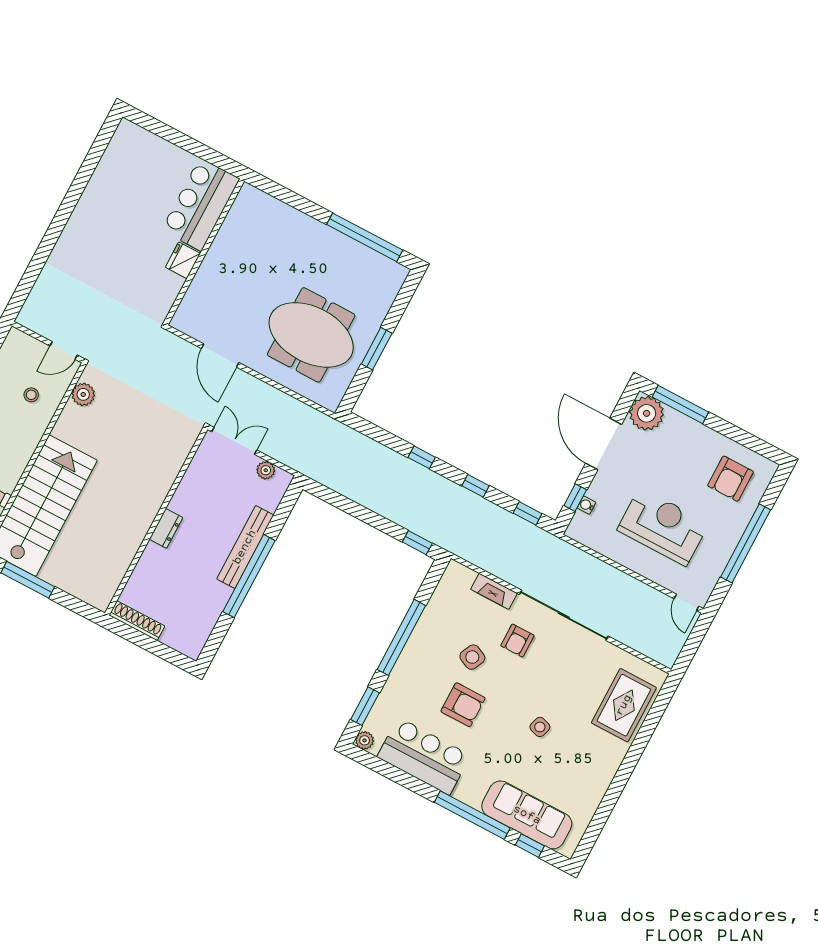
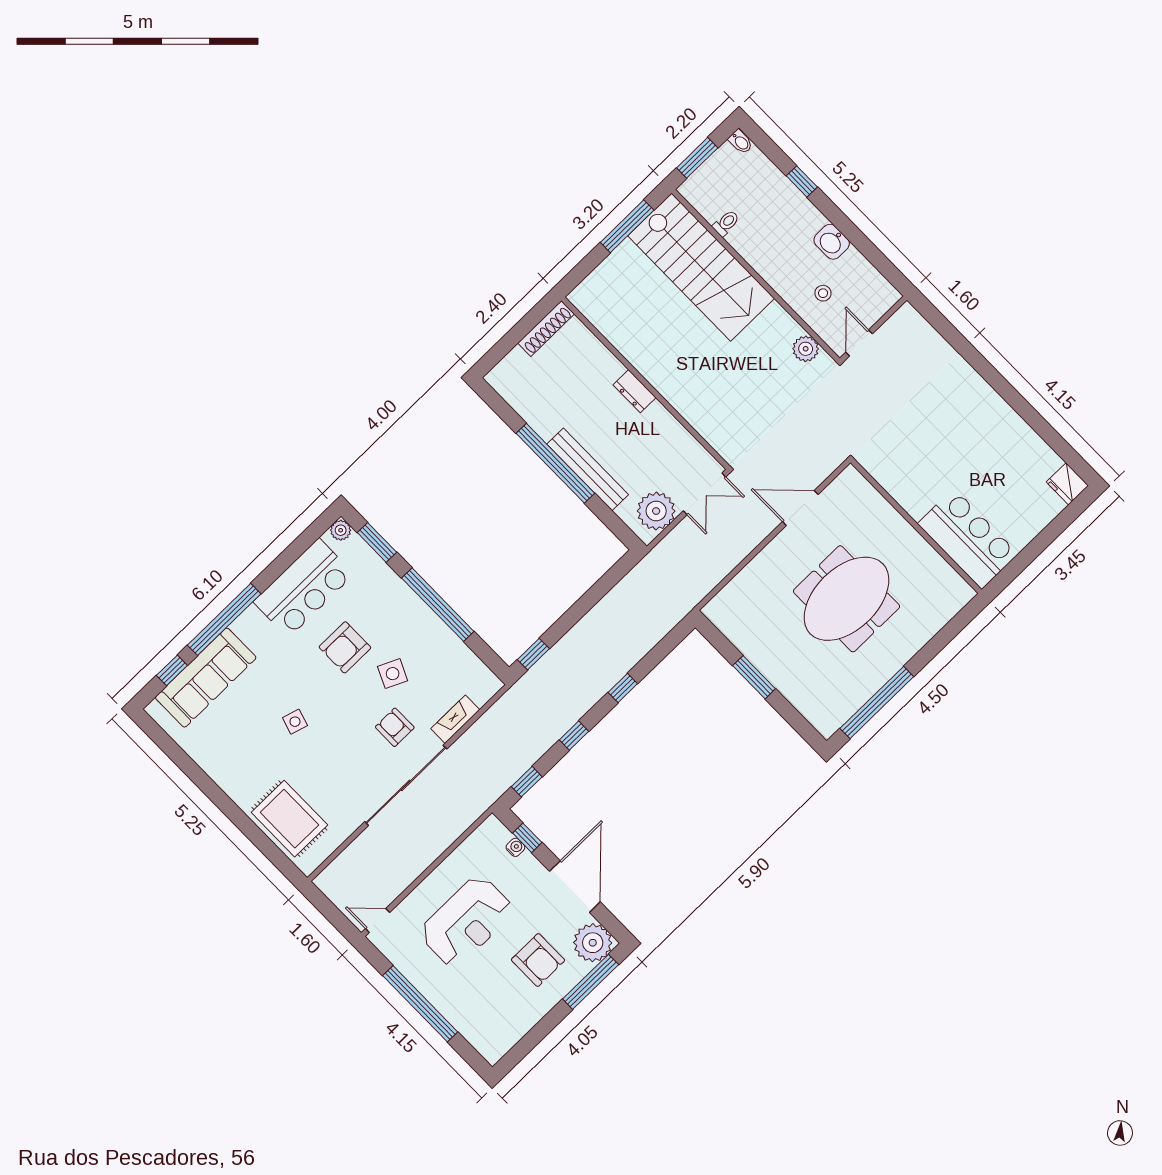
fridge: (183, 260) -> (1067, 484), moved, turned 180
meeting table: (311, 335) -> (847, 599), moved
door: (604, 444) -> (575, 887), hinge flipped
plant: (266, 470) -> (656, 511), width x1.87, depth x1.87
armchair: (730, 479) -> (538, 960), moved, turned 180

